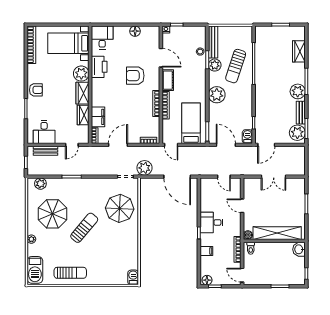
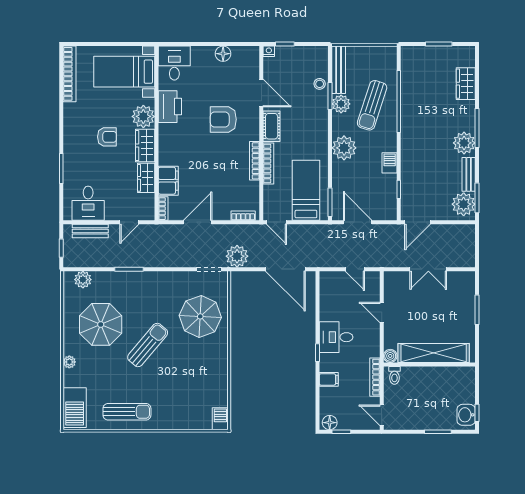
armchair: (36, 90) -> (107, 137), moved
barbecue: (247, 137) -> (390, 163), moved
washbasin: (299, 249) -> (466, 415), moved

